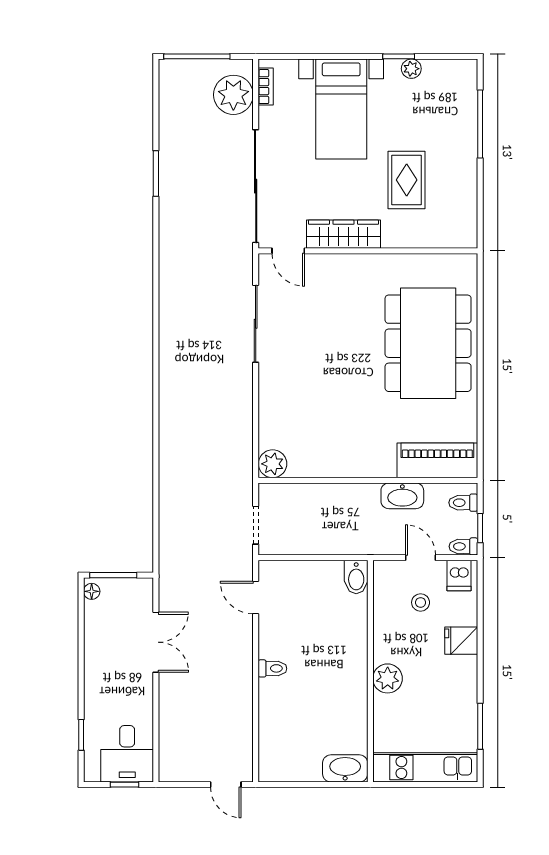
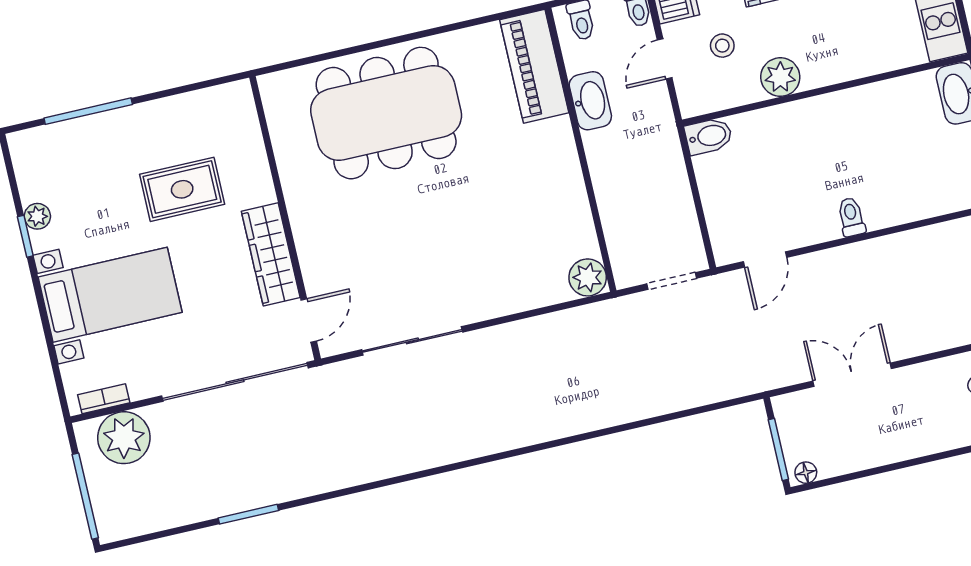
plant: (388, 678) -> (780, 77), moved

